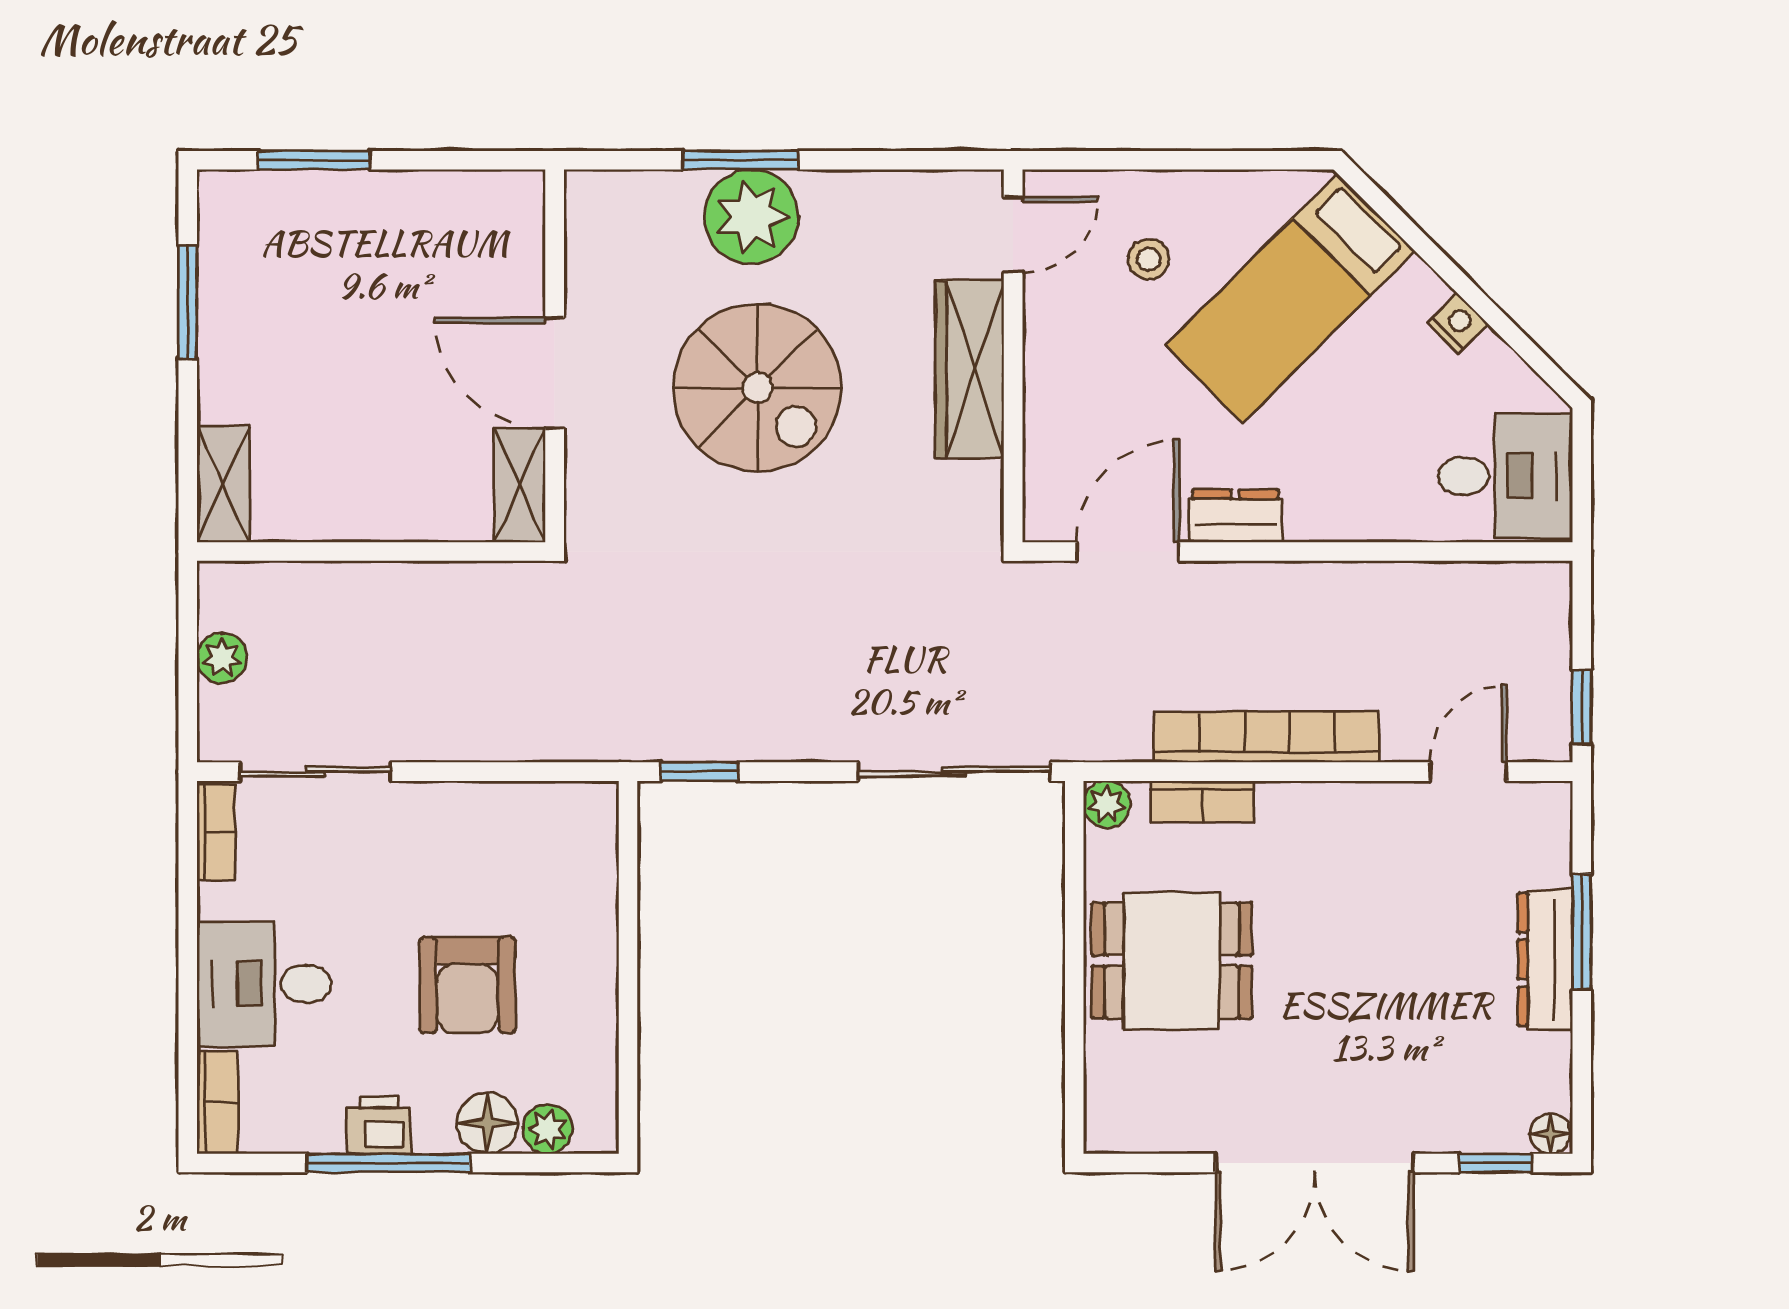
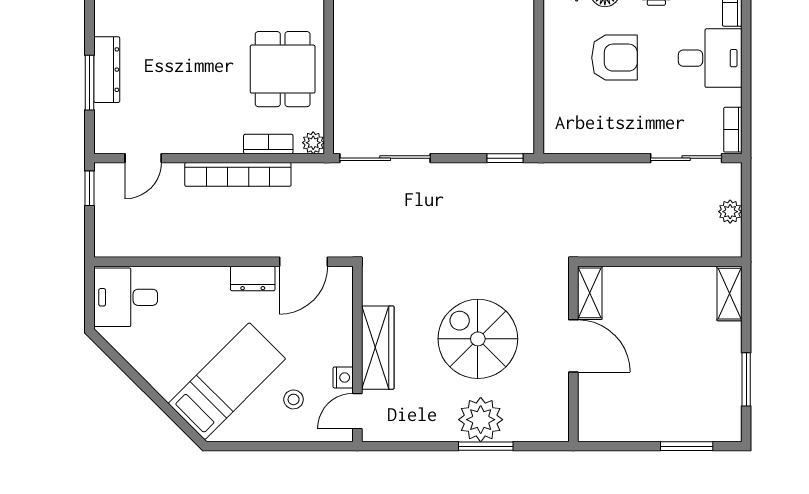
nightstand: (1458, 323) -> (343, 377), moved, turned -135
dining table: (1172, 961) -> (283, 69), turned 90
armchair: (467, 985) -> (614, 58), turned 90

